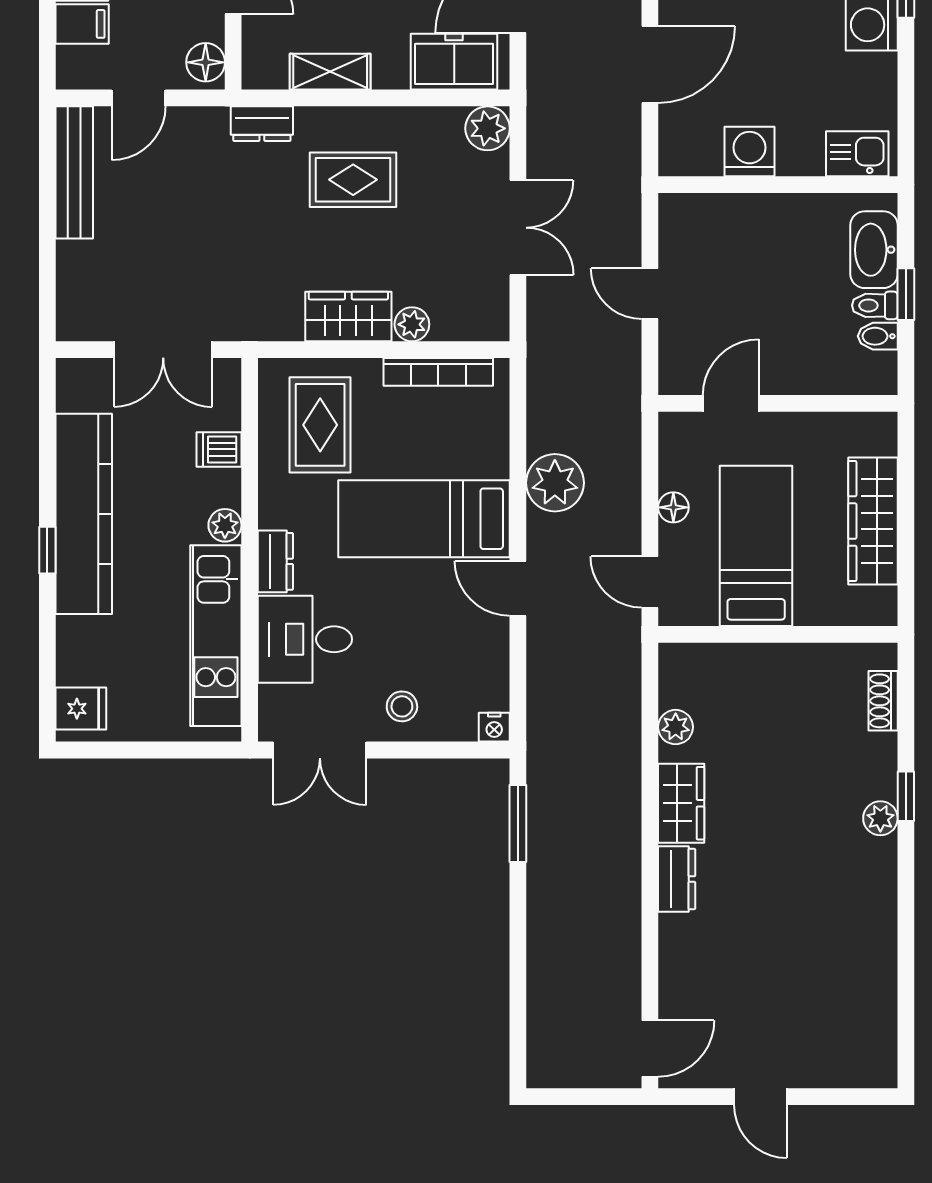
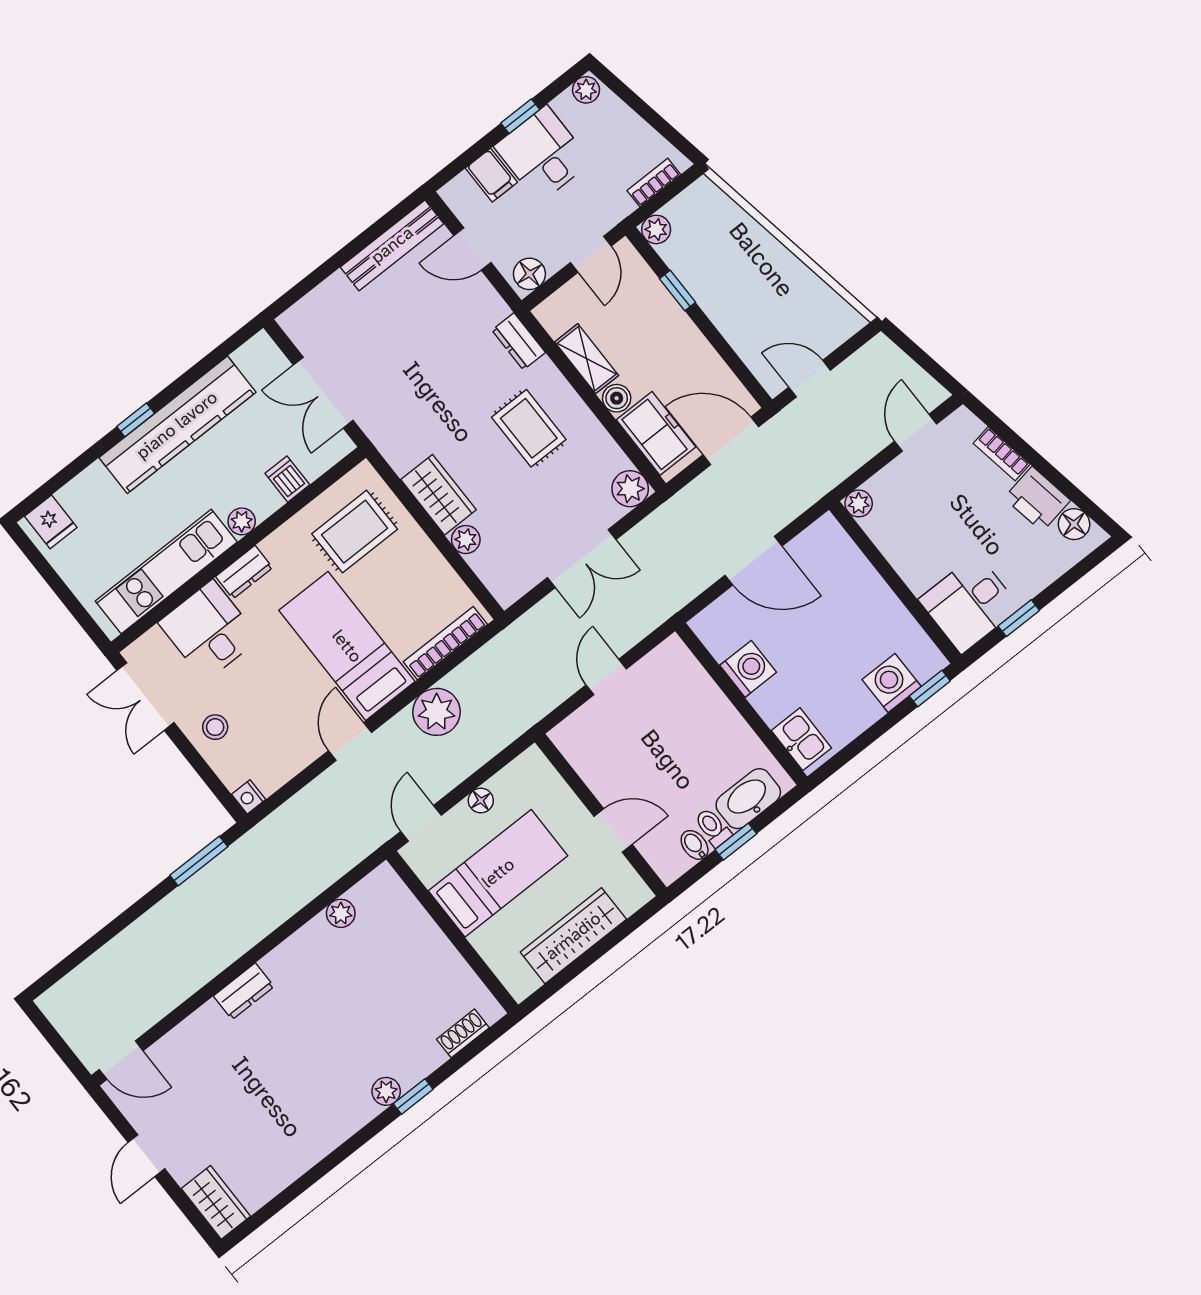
boiler: (391, 73) -> (617, 398), added
bookcase: (438, 372) -> (445, 643), moved, turned 90
door: (731, 403) -> (613, 830), moved
wardrobe: (681, 803) -> (216, 1202), moved, turned -90

